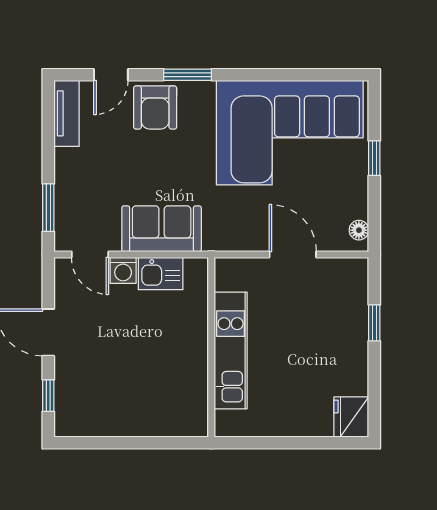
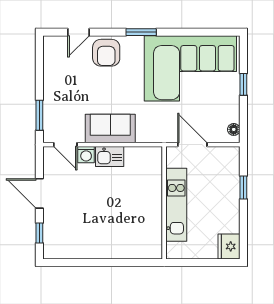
window: (187, 75) -> (141, 32), moved
tv unit: (67, 113) -> (51, 56), removed
wall: (211, 347) -> (164, 203), moved
kitchen unit: (231, 350) -> (176, 205), moved

